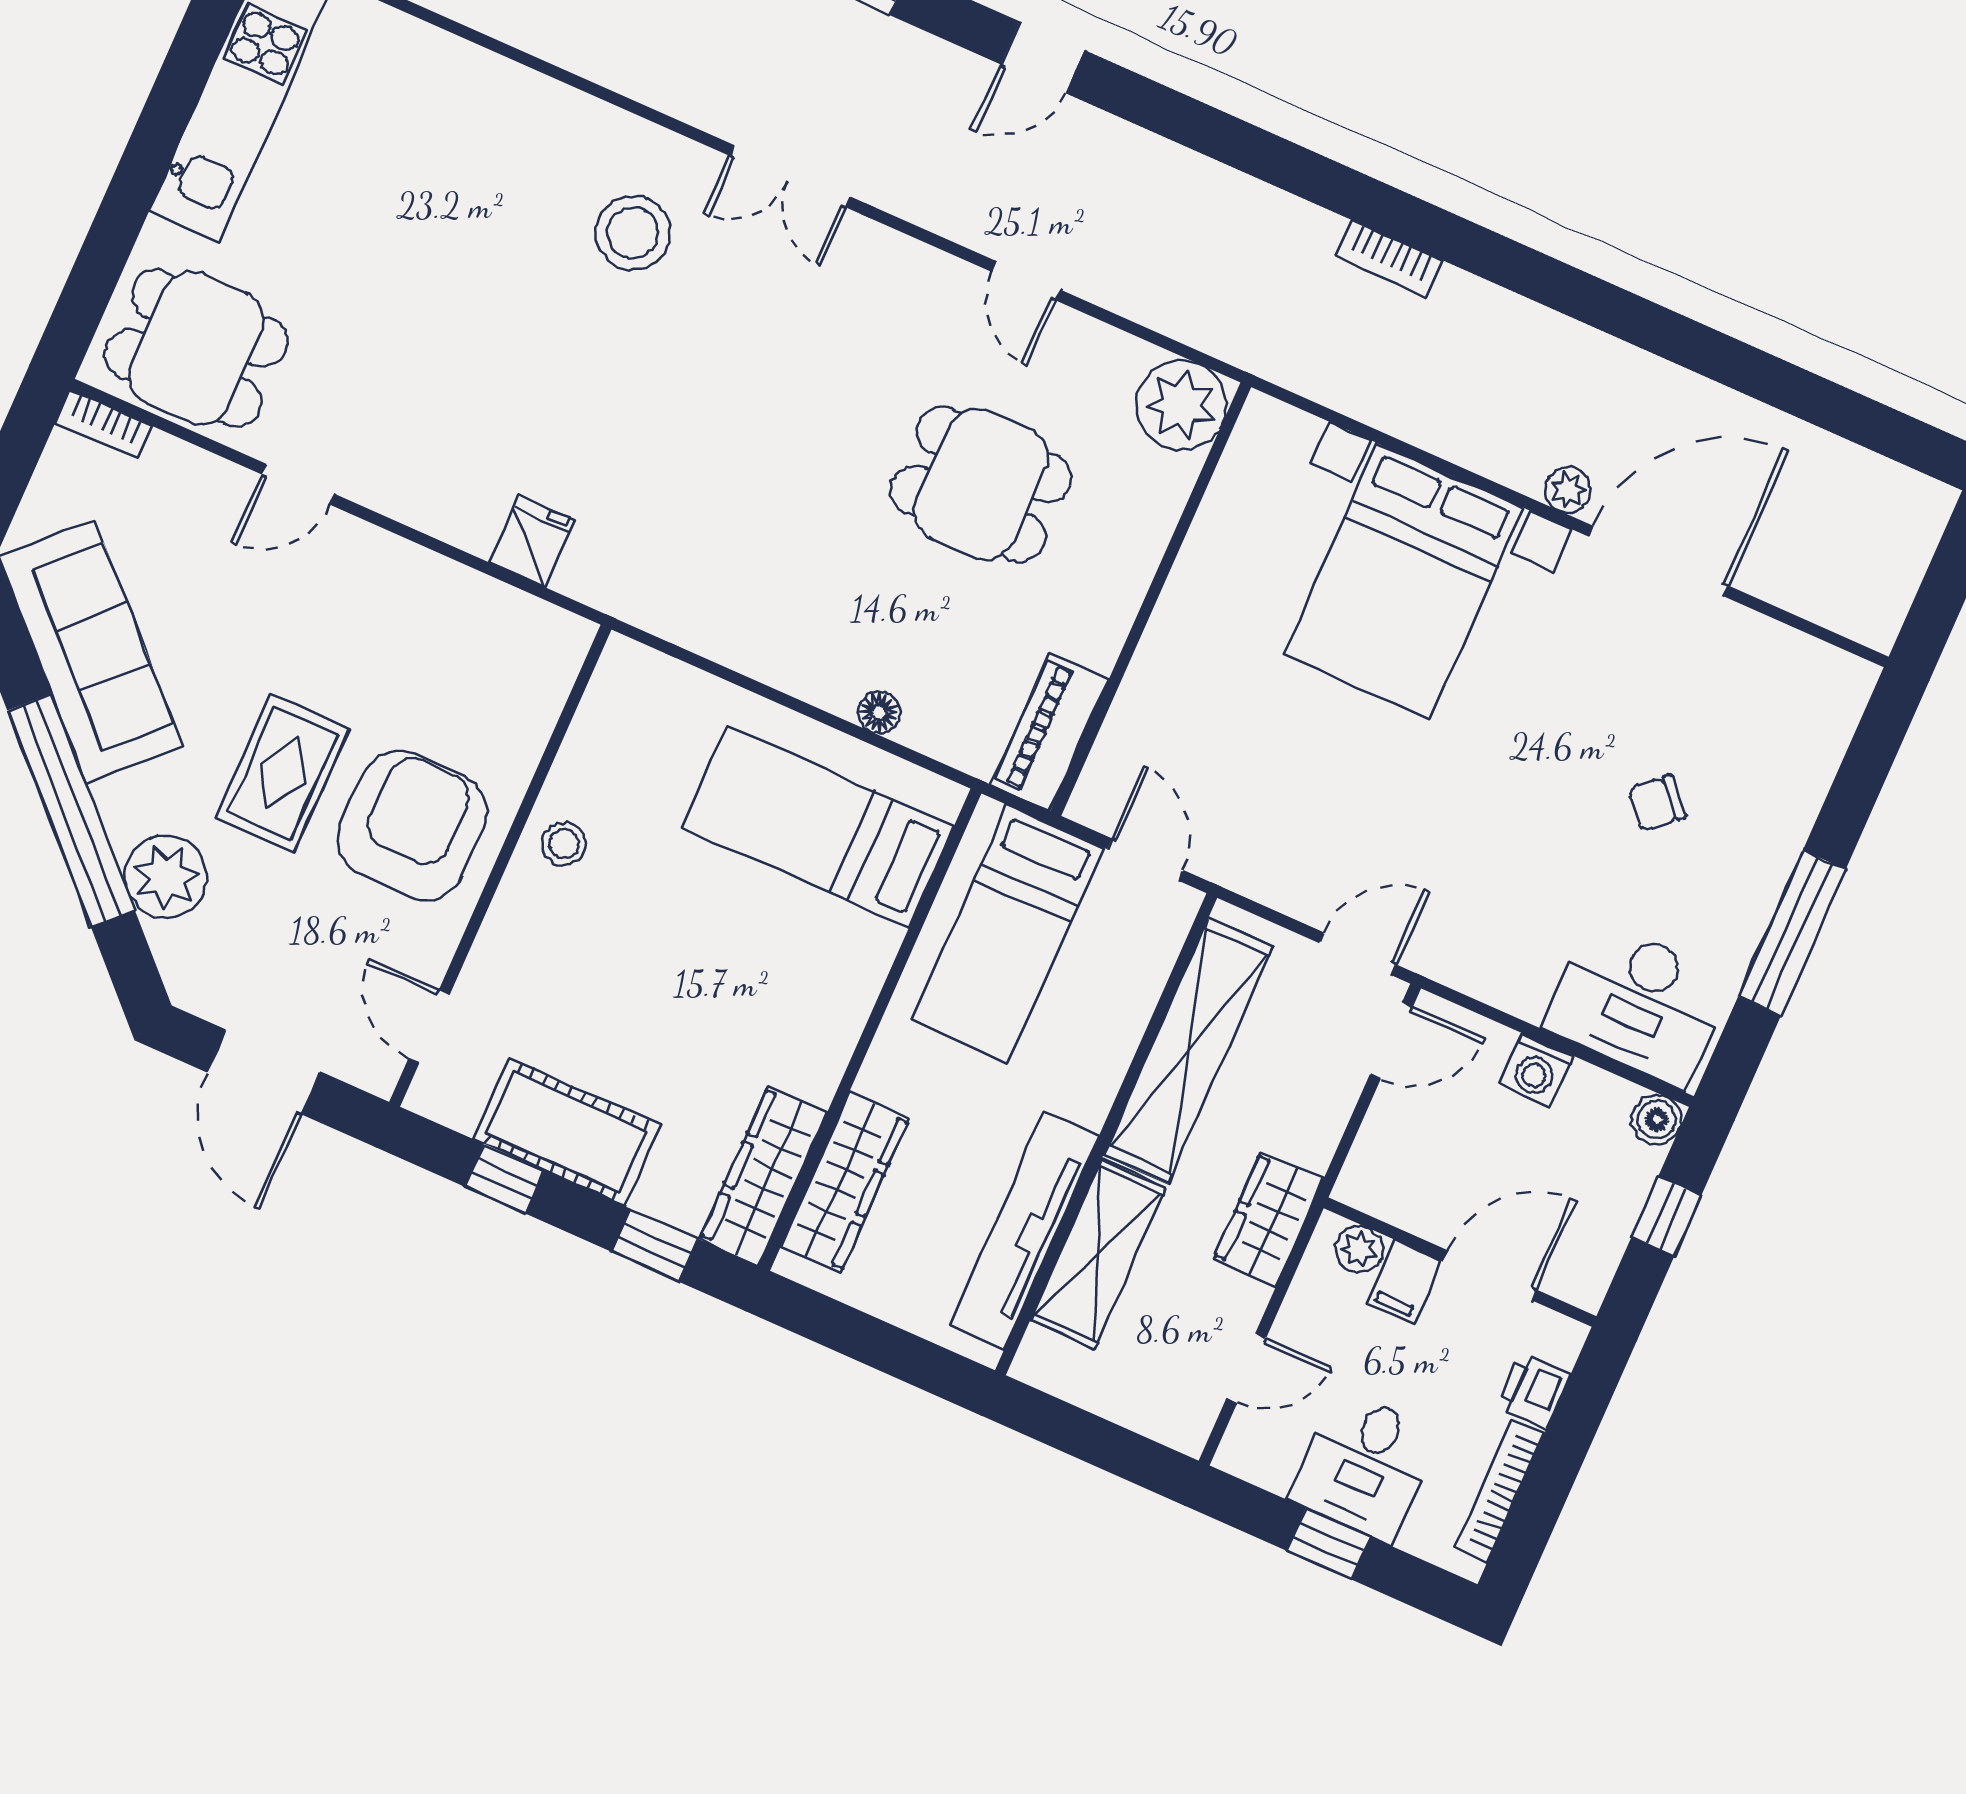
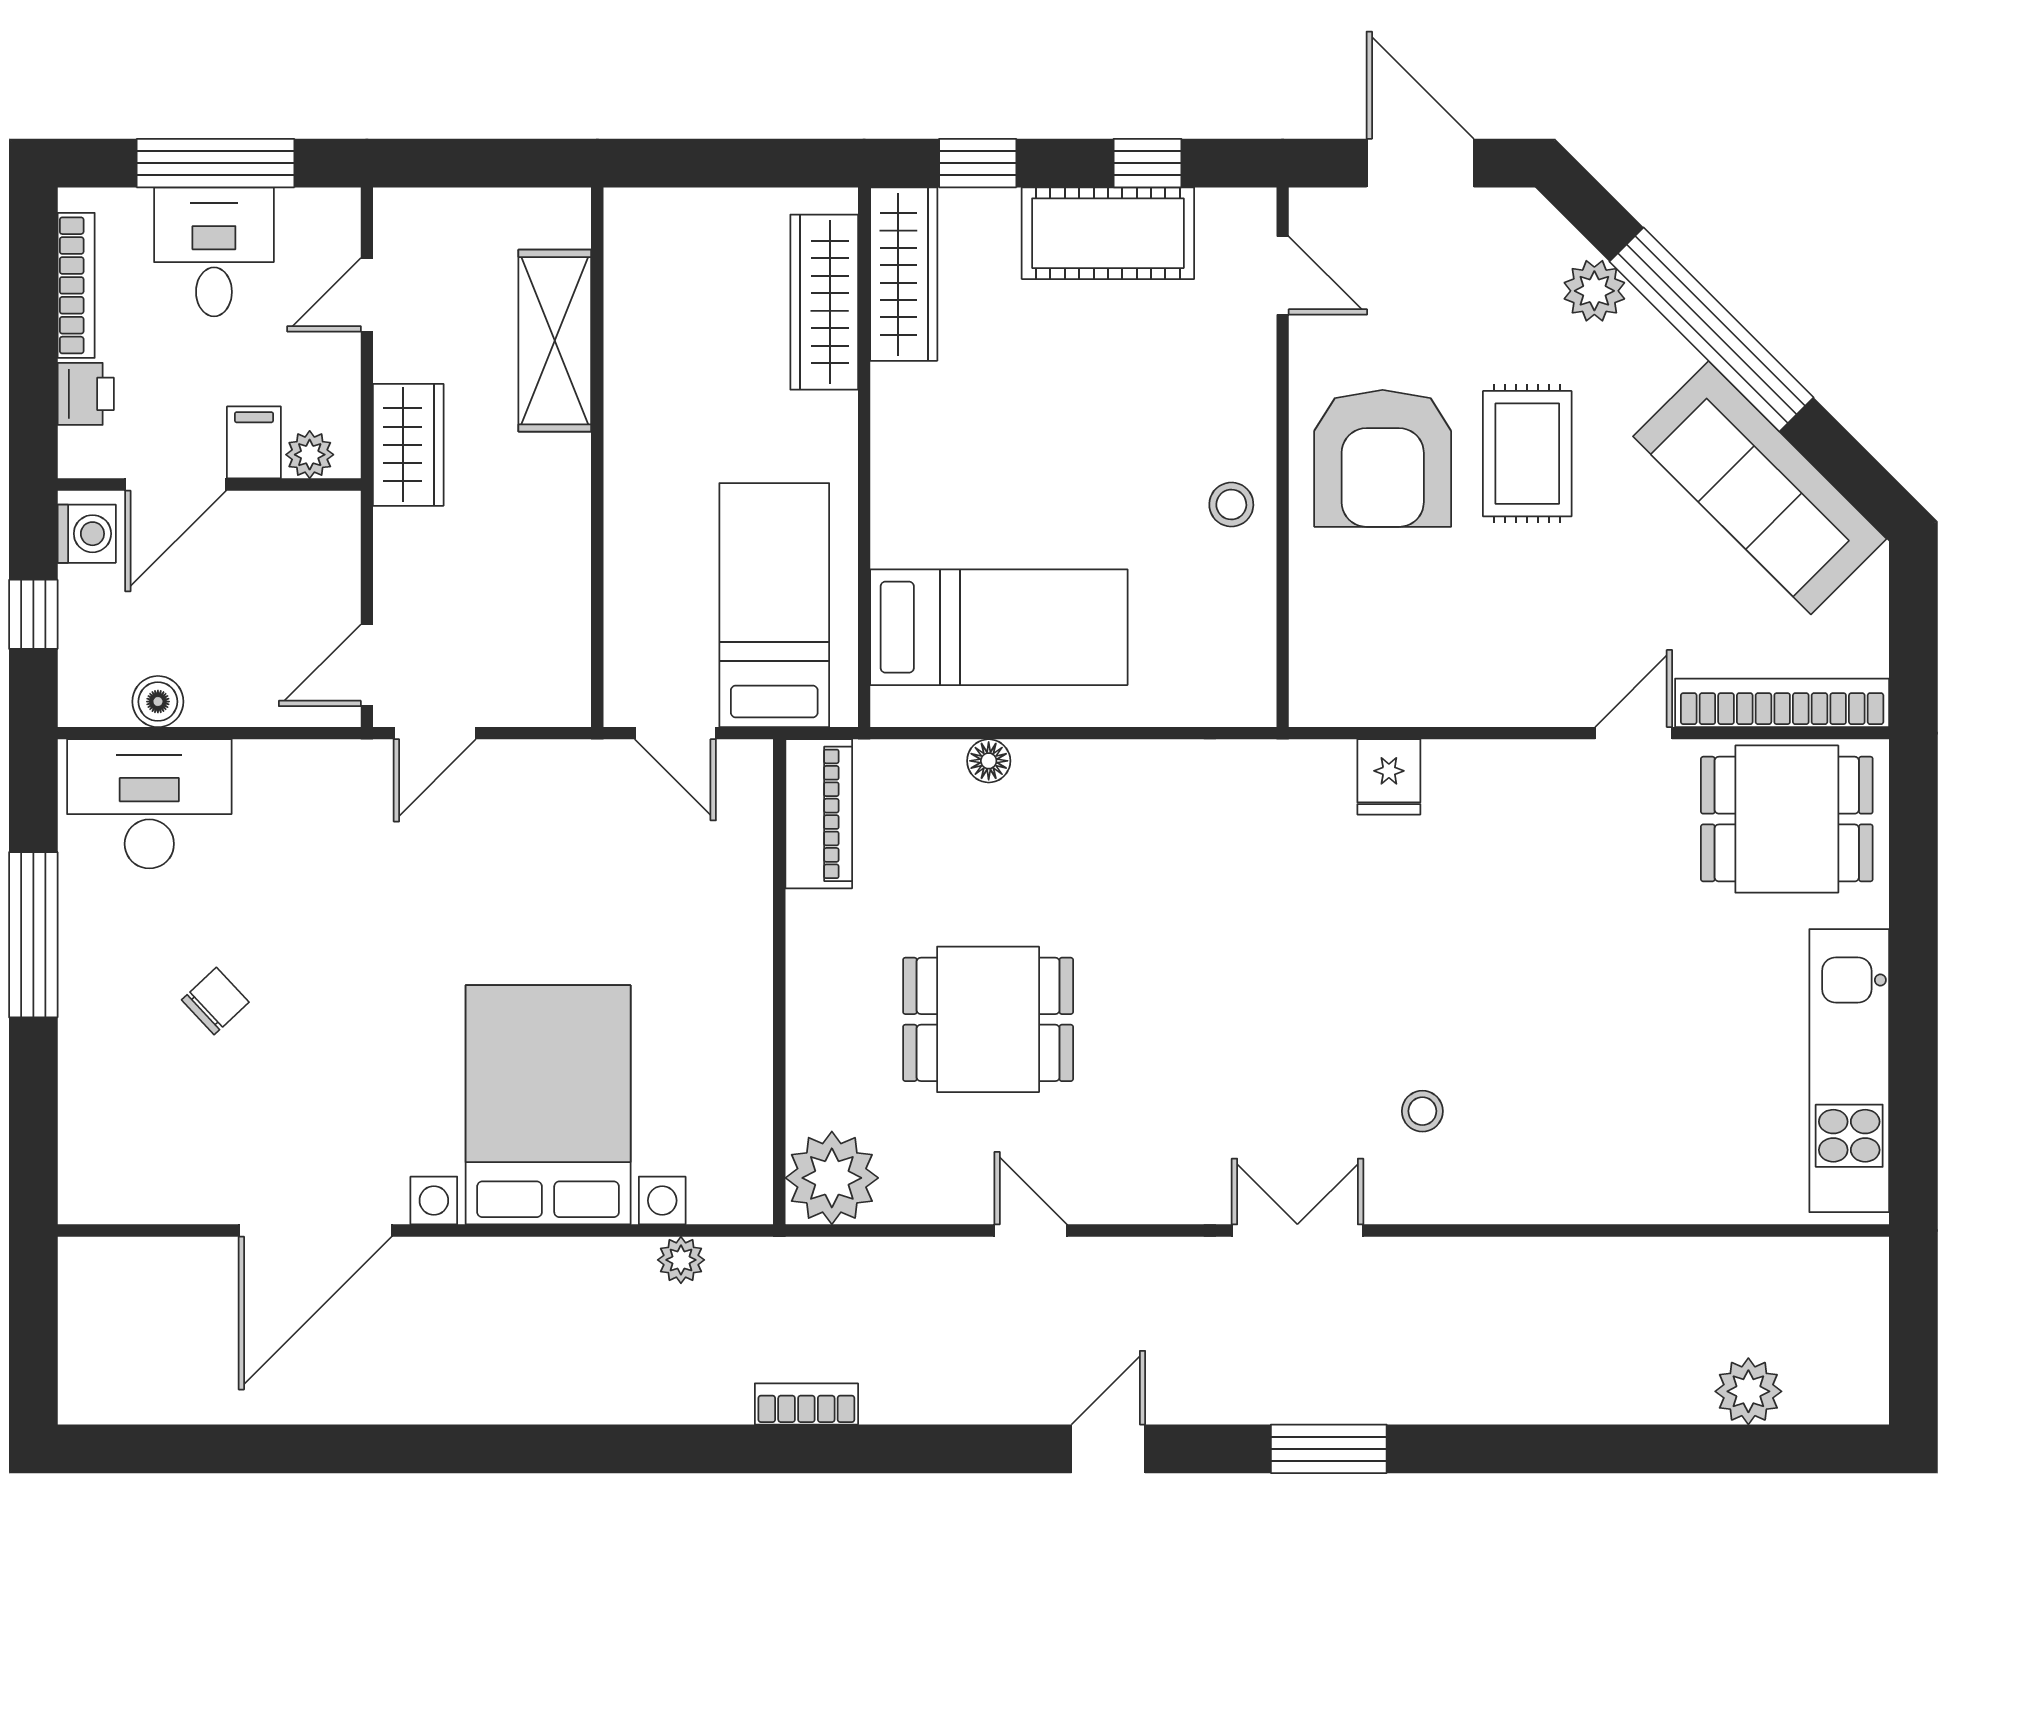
stool: (633, 233) -> (1422, 1111), width x0.53, depth x0.53
bookcase: (1389, 258) -> (806, 1404), moved
bookcase: (104, 424) -> (1782, 703), width x2.31, depth x1.31
plant: (1568, 490) -> (681, 1260), moved
plant: (166, 877) -> (1594, 291), width x0.73, depth x0.73
shelving: (1188, 1051) -> (555, 570), removed
washing machine: (1536, 1070) -> (87, 534), moved, turned 90
boiler: (1656, 1120) -> (158, 702), moved
tv unit: (1024, 1230) -> (634, 332), removed
window: (1328, 1544) -> (215, 163), width x2.17

